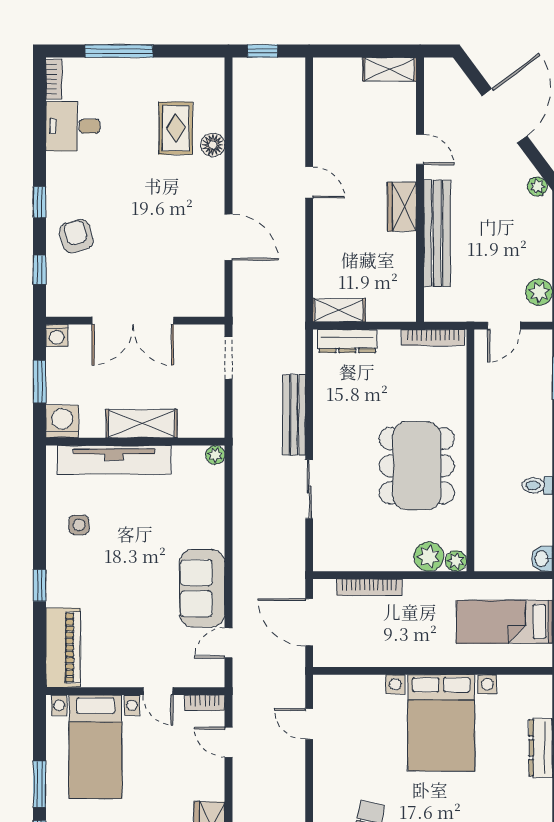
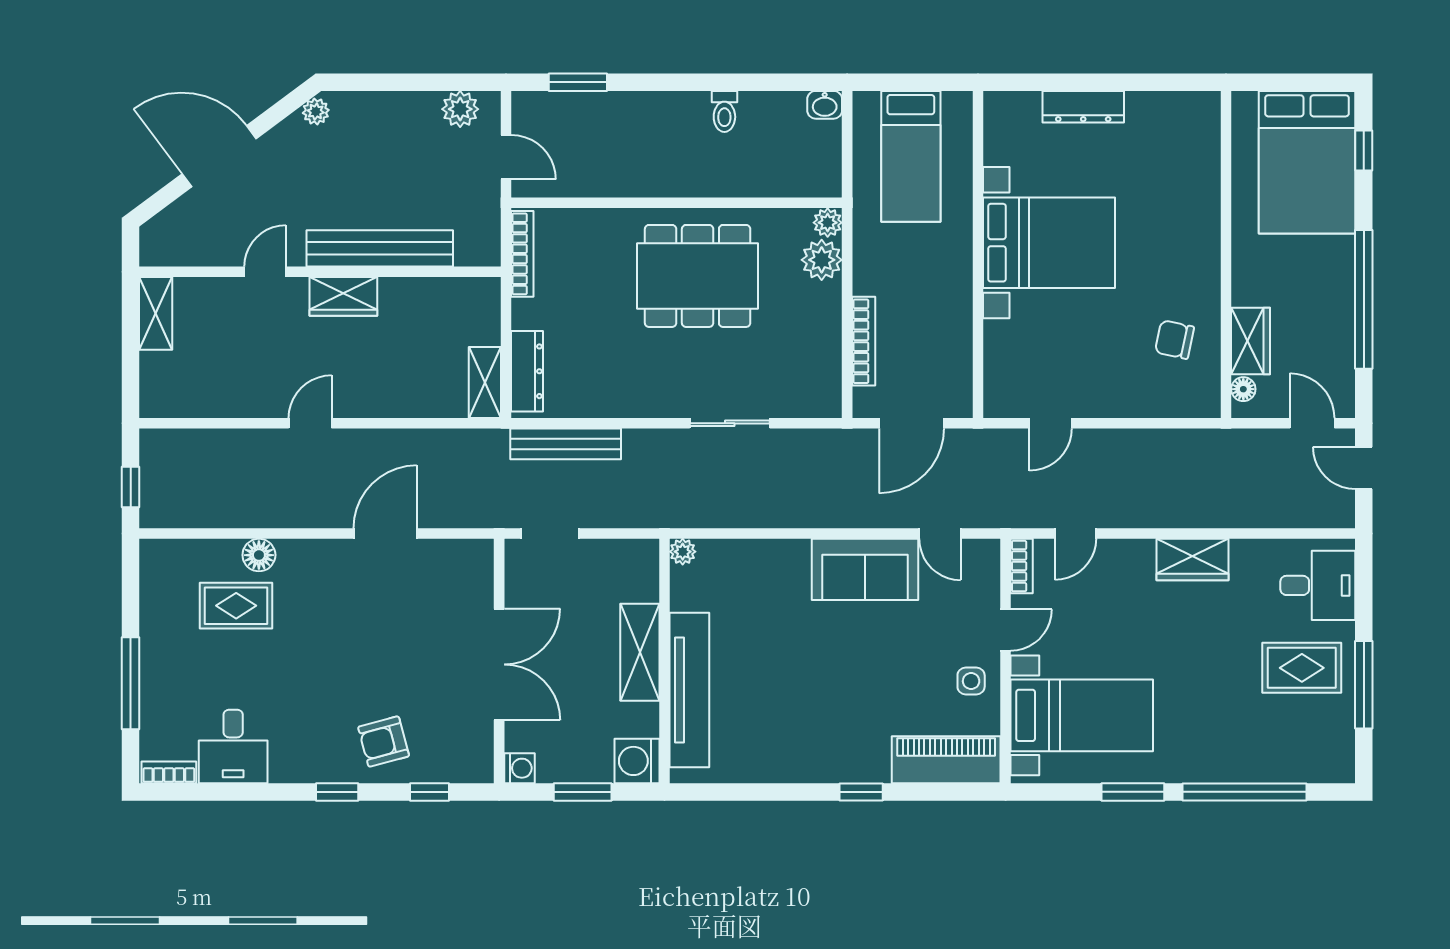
bench: (294, 415) -> (566, 444), moved
side table: (79, 525) -> (971, 681), moved

